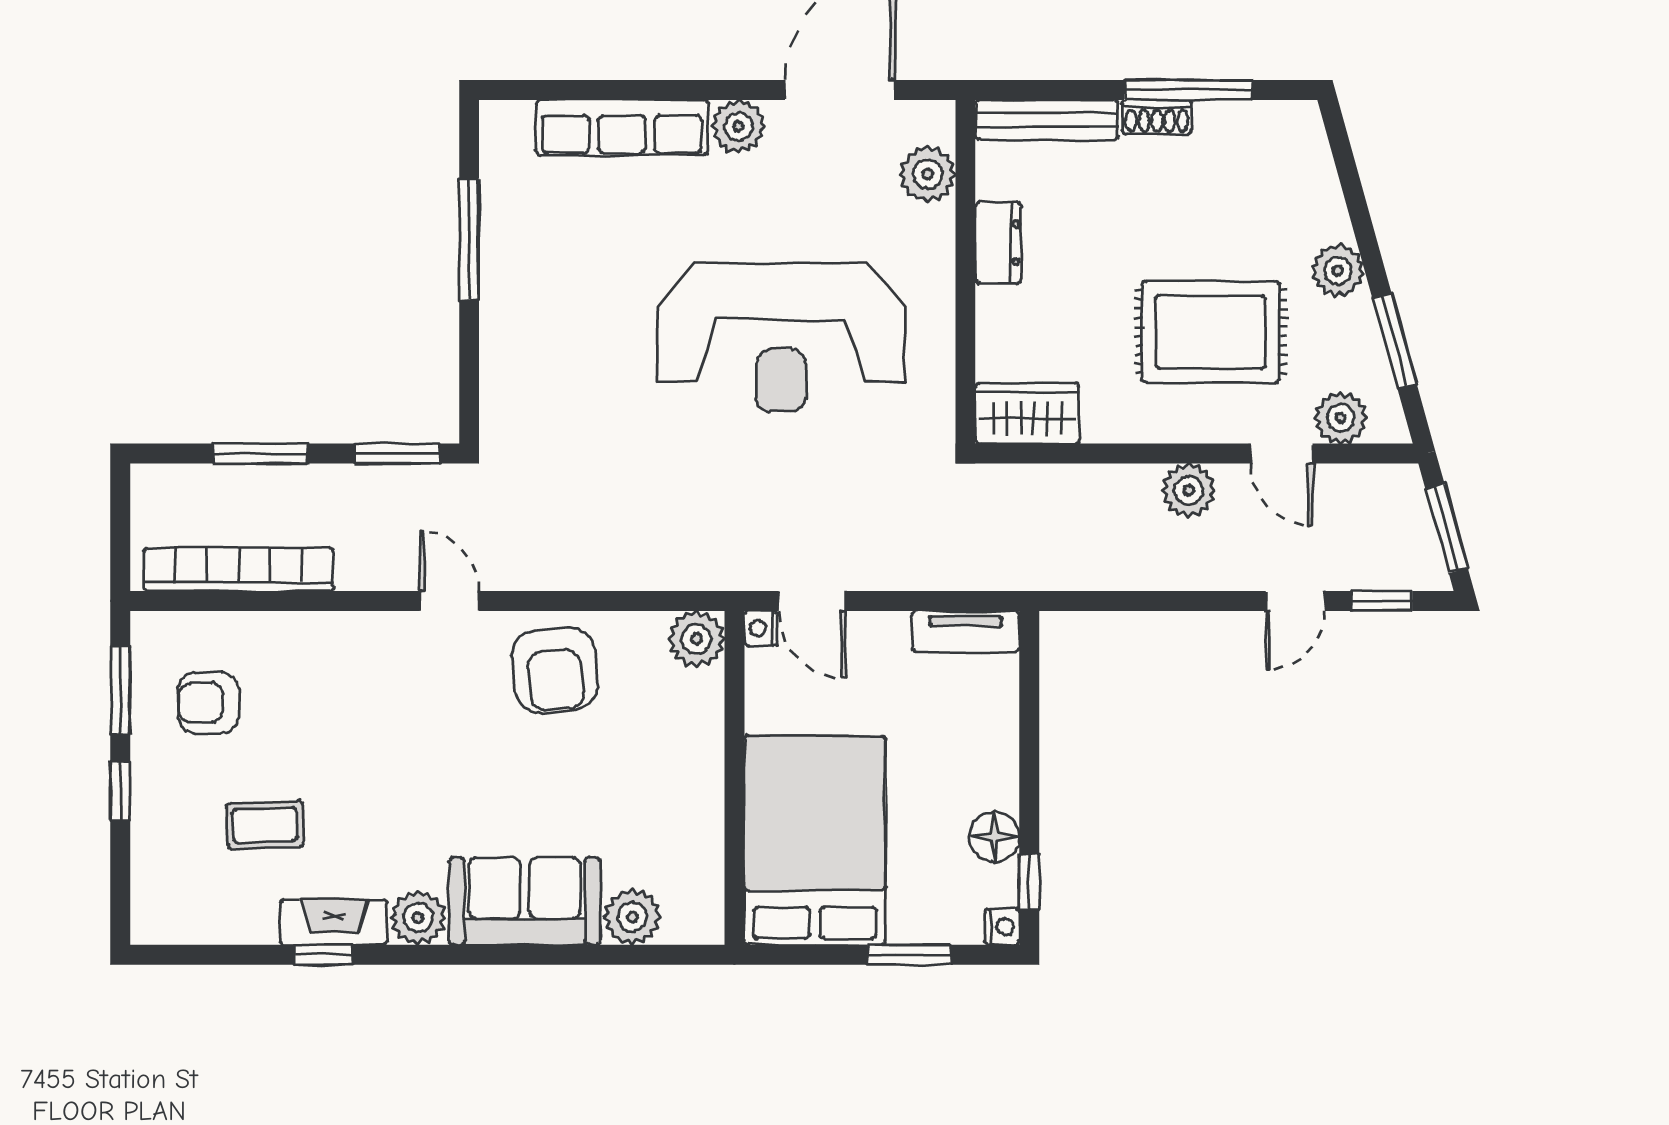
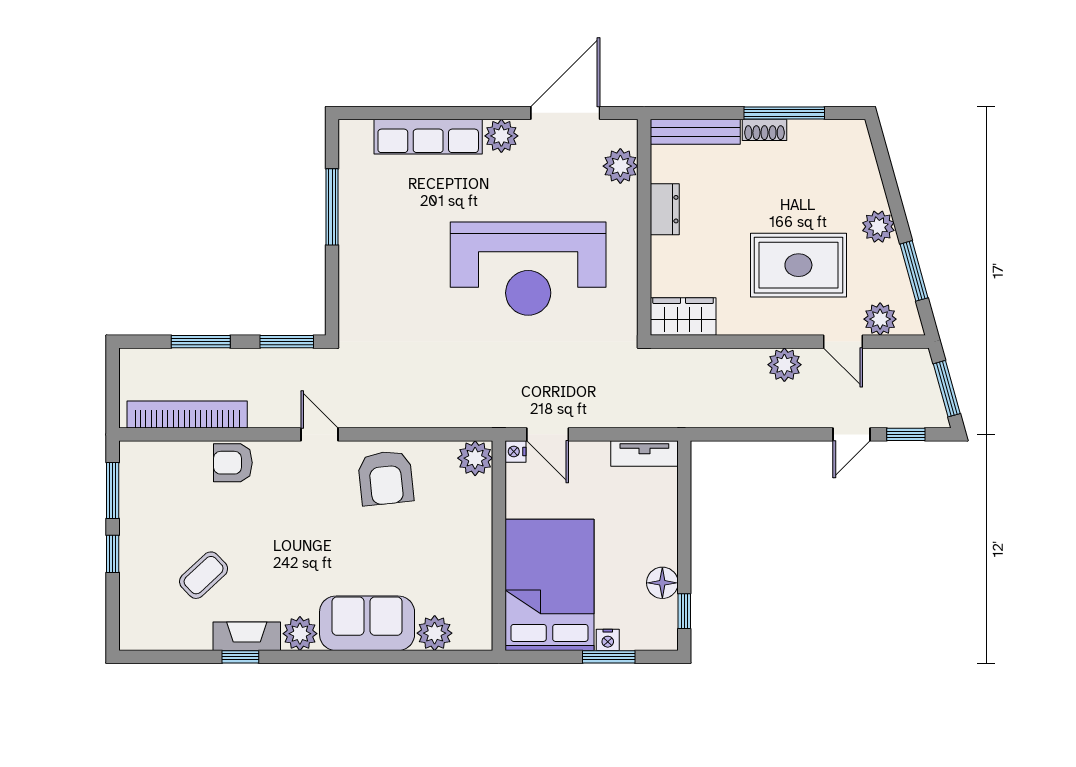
armchair: (208, 703) -> (233, 463), moved
coffee table: (265, 825) -> (204, 575), turned -41
nightstand: (1002, 927) -> (608, 640), moved, turned 90

